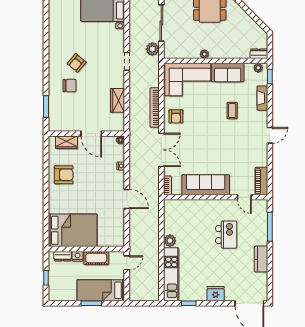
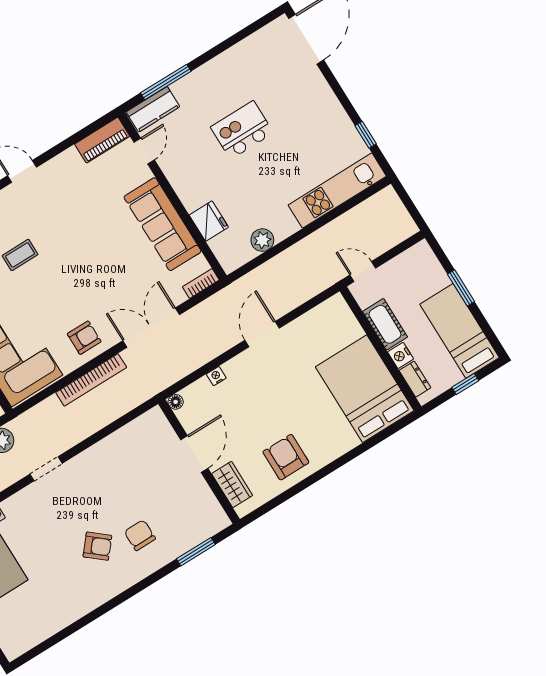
wardrobe: (117, 100) -> (116, 445), removed
kitchen island: (226, 235) -> (242, 130), moved
plant: (170, 241) -> (262, 240), moved
kitchen counter: (261, 259) -> (153, 109), moved
bed: (101, 290) -> (459, 331), moved, turned 180
fridge: (216, 294) -> (209, 221), moved, turned 180

